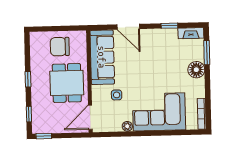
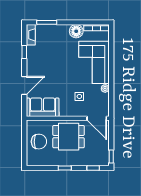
chair: (60, 47) -> (39, 142), turned -90
sofa: (102, 57) -> (43, 107), width x0.73
floor lamp: (196, 70) -> (76, 31), moved

